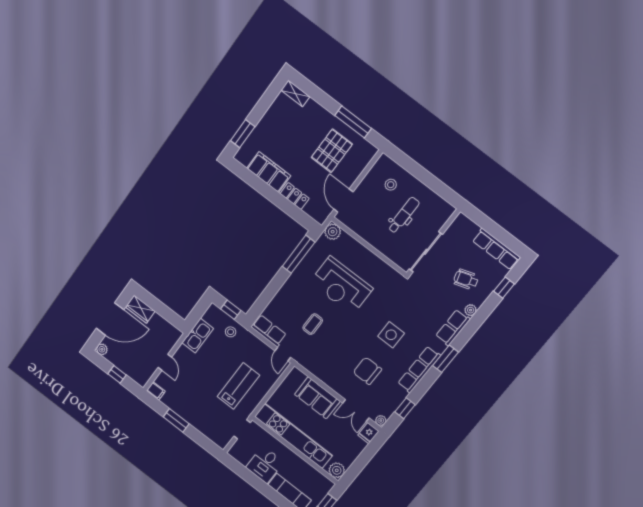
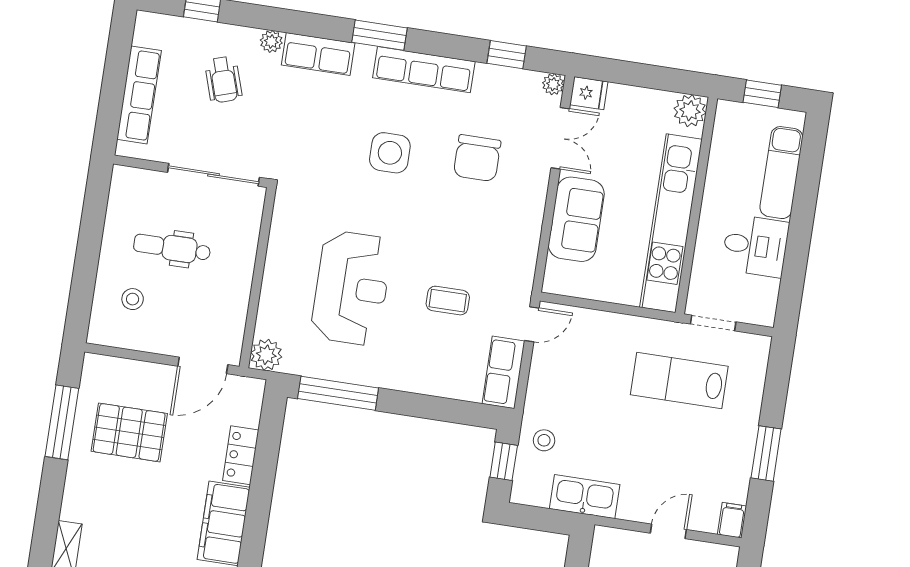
row of seats: (496, 249) -> (139, 95), moved
lab bench: (238, 386) -> (679, 381), moved

